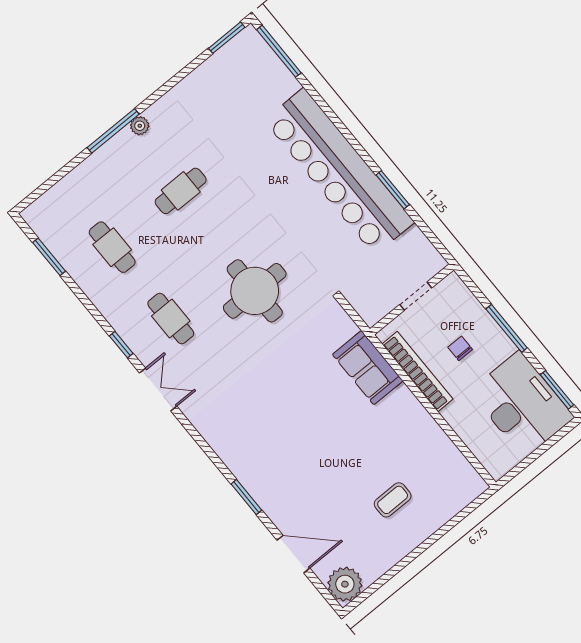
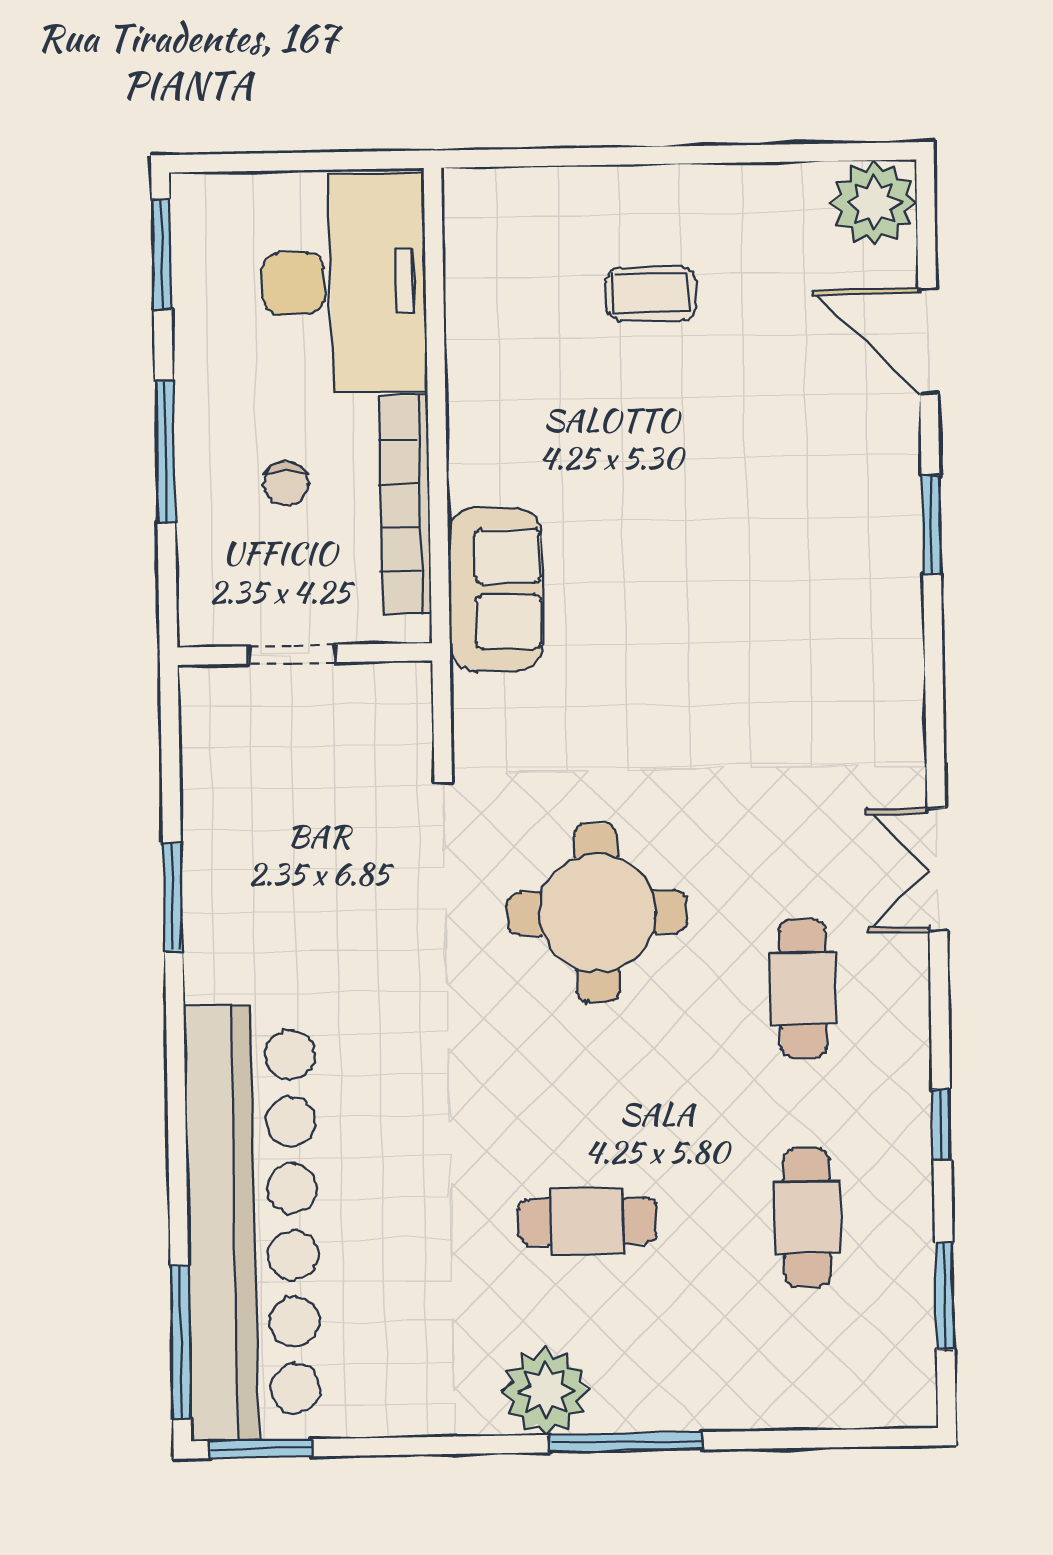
plant: (140, 126) -> (546, 1391), width x1.87, depth x1.87
bar counter: (339, 171) -> (252, 1222), moved
window: (121, 345) -> (942, 1125), moved
desk: (522, 404) -> (344, 282), moved, turned 180

